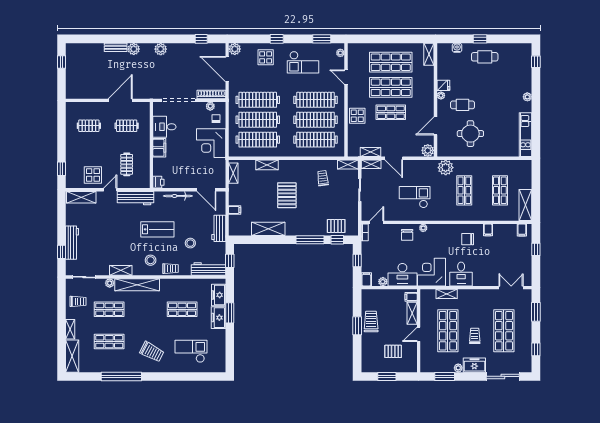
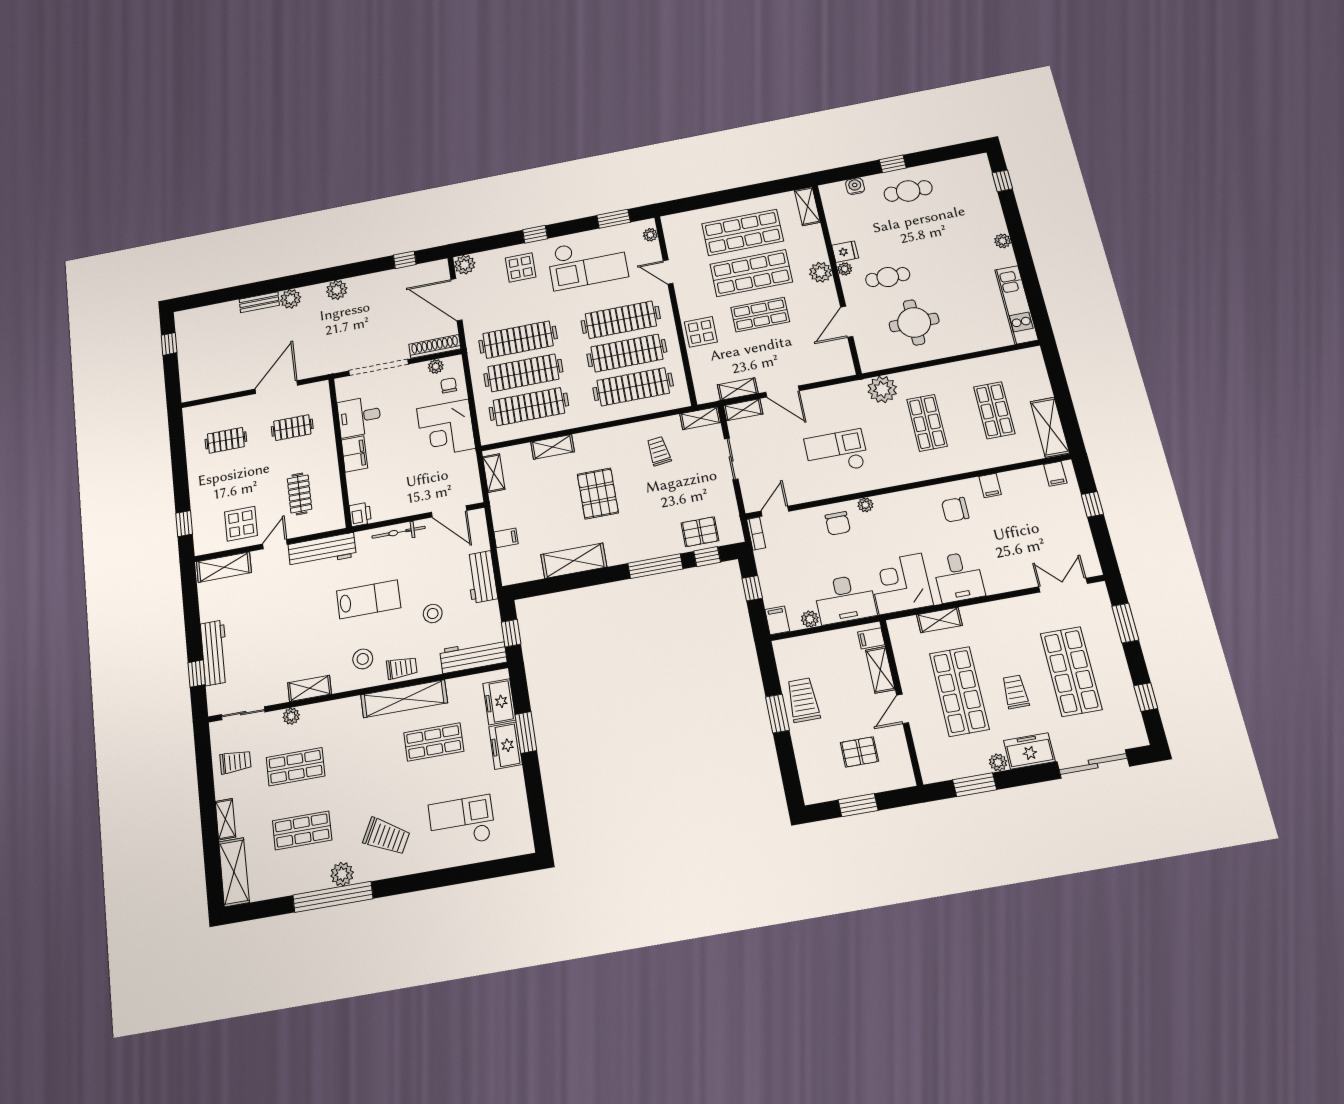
checkout: (303, 62) -> (587, 263), width x1.36, depth x1.21
plant: (428, 150) -> (821, 272), moved
shelving: (137, 285) -> (404, 699), moved
plant: (127, 366) -> (342, 874), added

